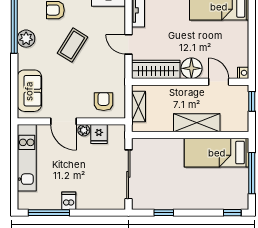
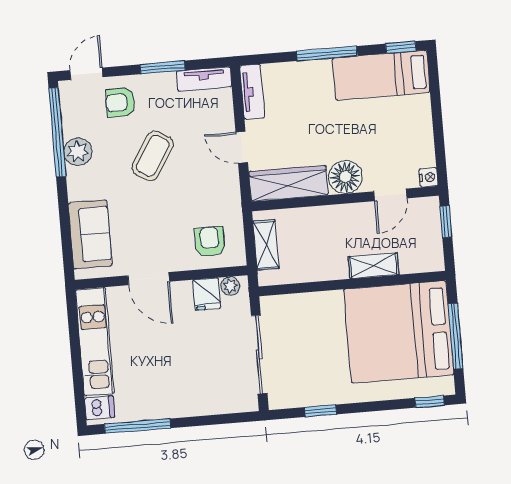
door: (219, 82) -> (390, 195), swing flipped
shelving: (197, 123) -> (374, 266), width x0.67, depth x0.75
plant: (84, 130) -> (230, 286), moved
bed: (217, 153) -> (399, 332), width x2.04
dishwasher: (69, 201) -> (100, 408), moved, turned 90

